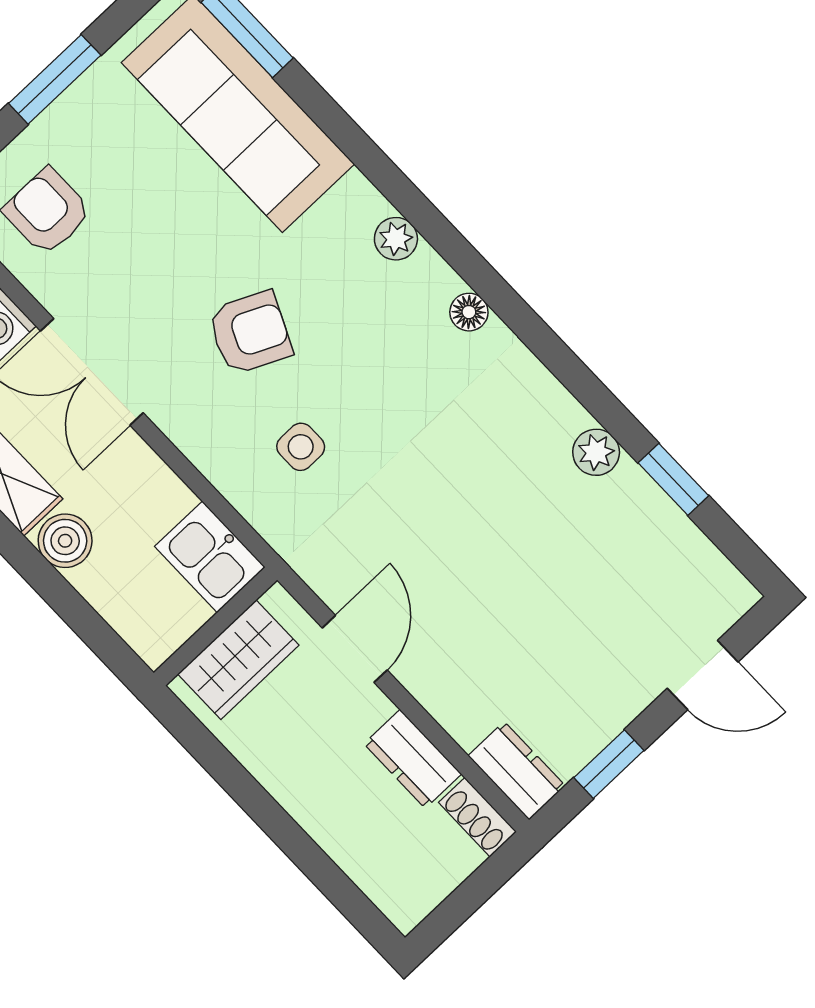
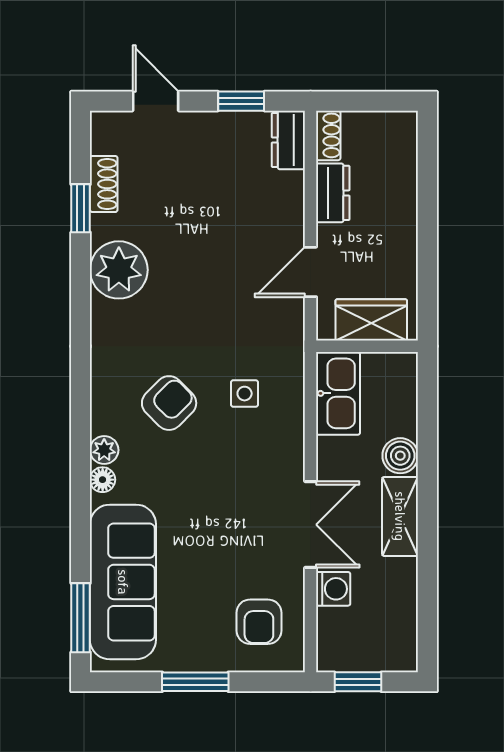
floor lamp: (469, 312) -> (103, 480), moved
armchair: (250, 333) -> (169, 403), moved, turned 110
plant: (596, 452) -> (119, 270), width x1.87, depth x1.87
shoe rack: (673, 530) -> (104, 184), added
kitchen sink: (210, 557) -> (338, 393), width x1.38

